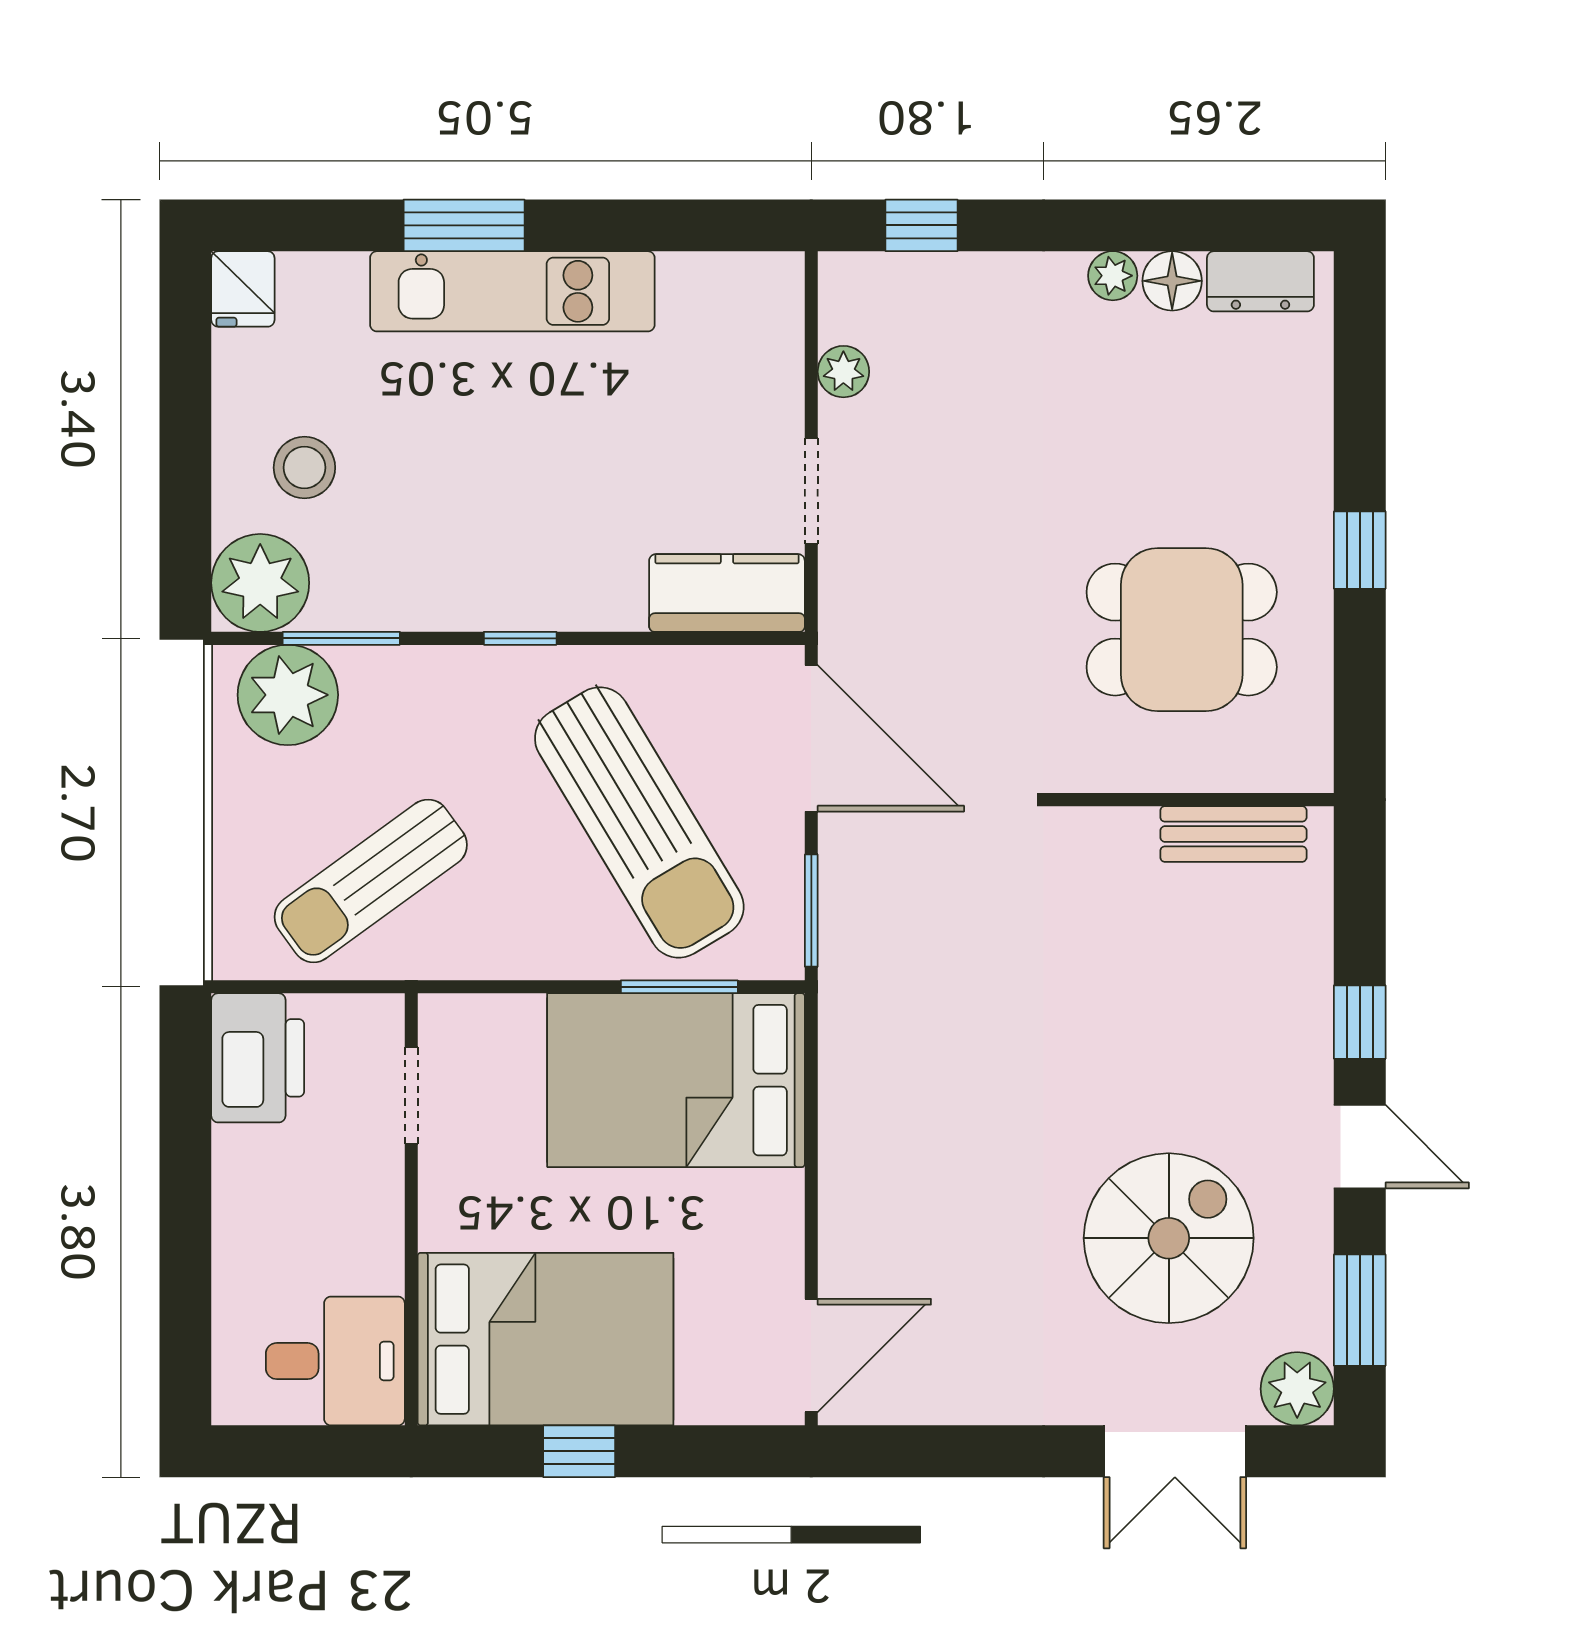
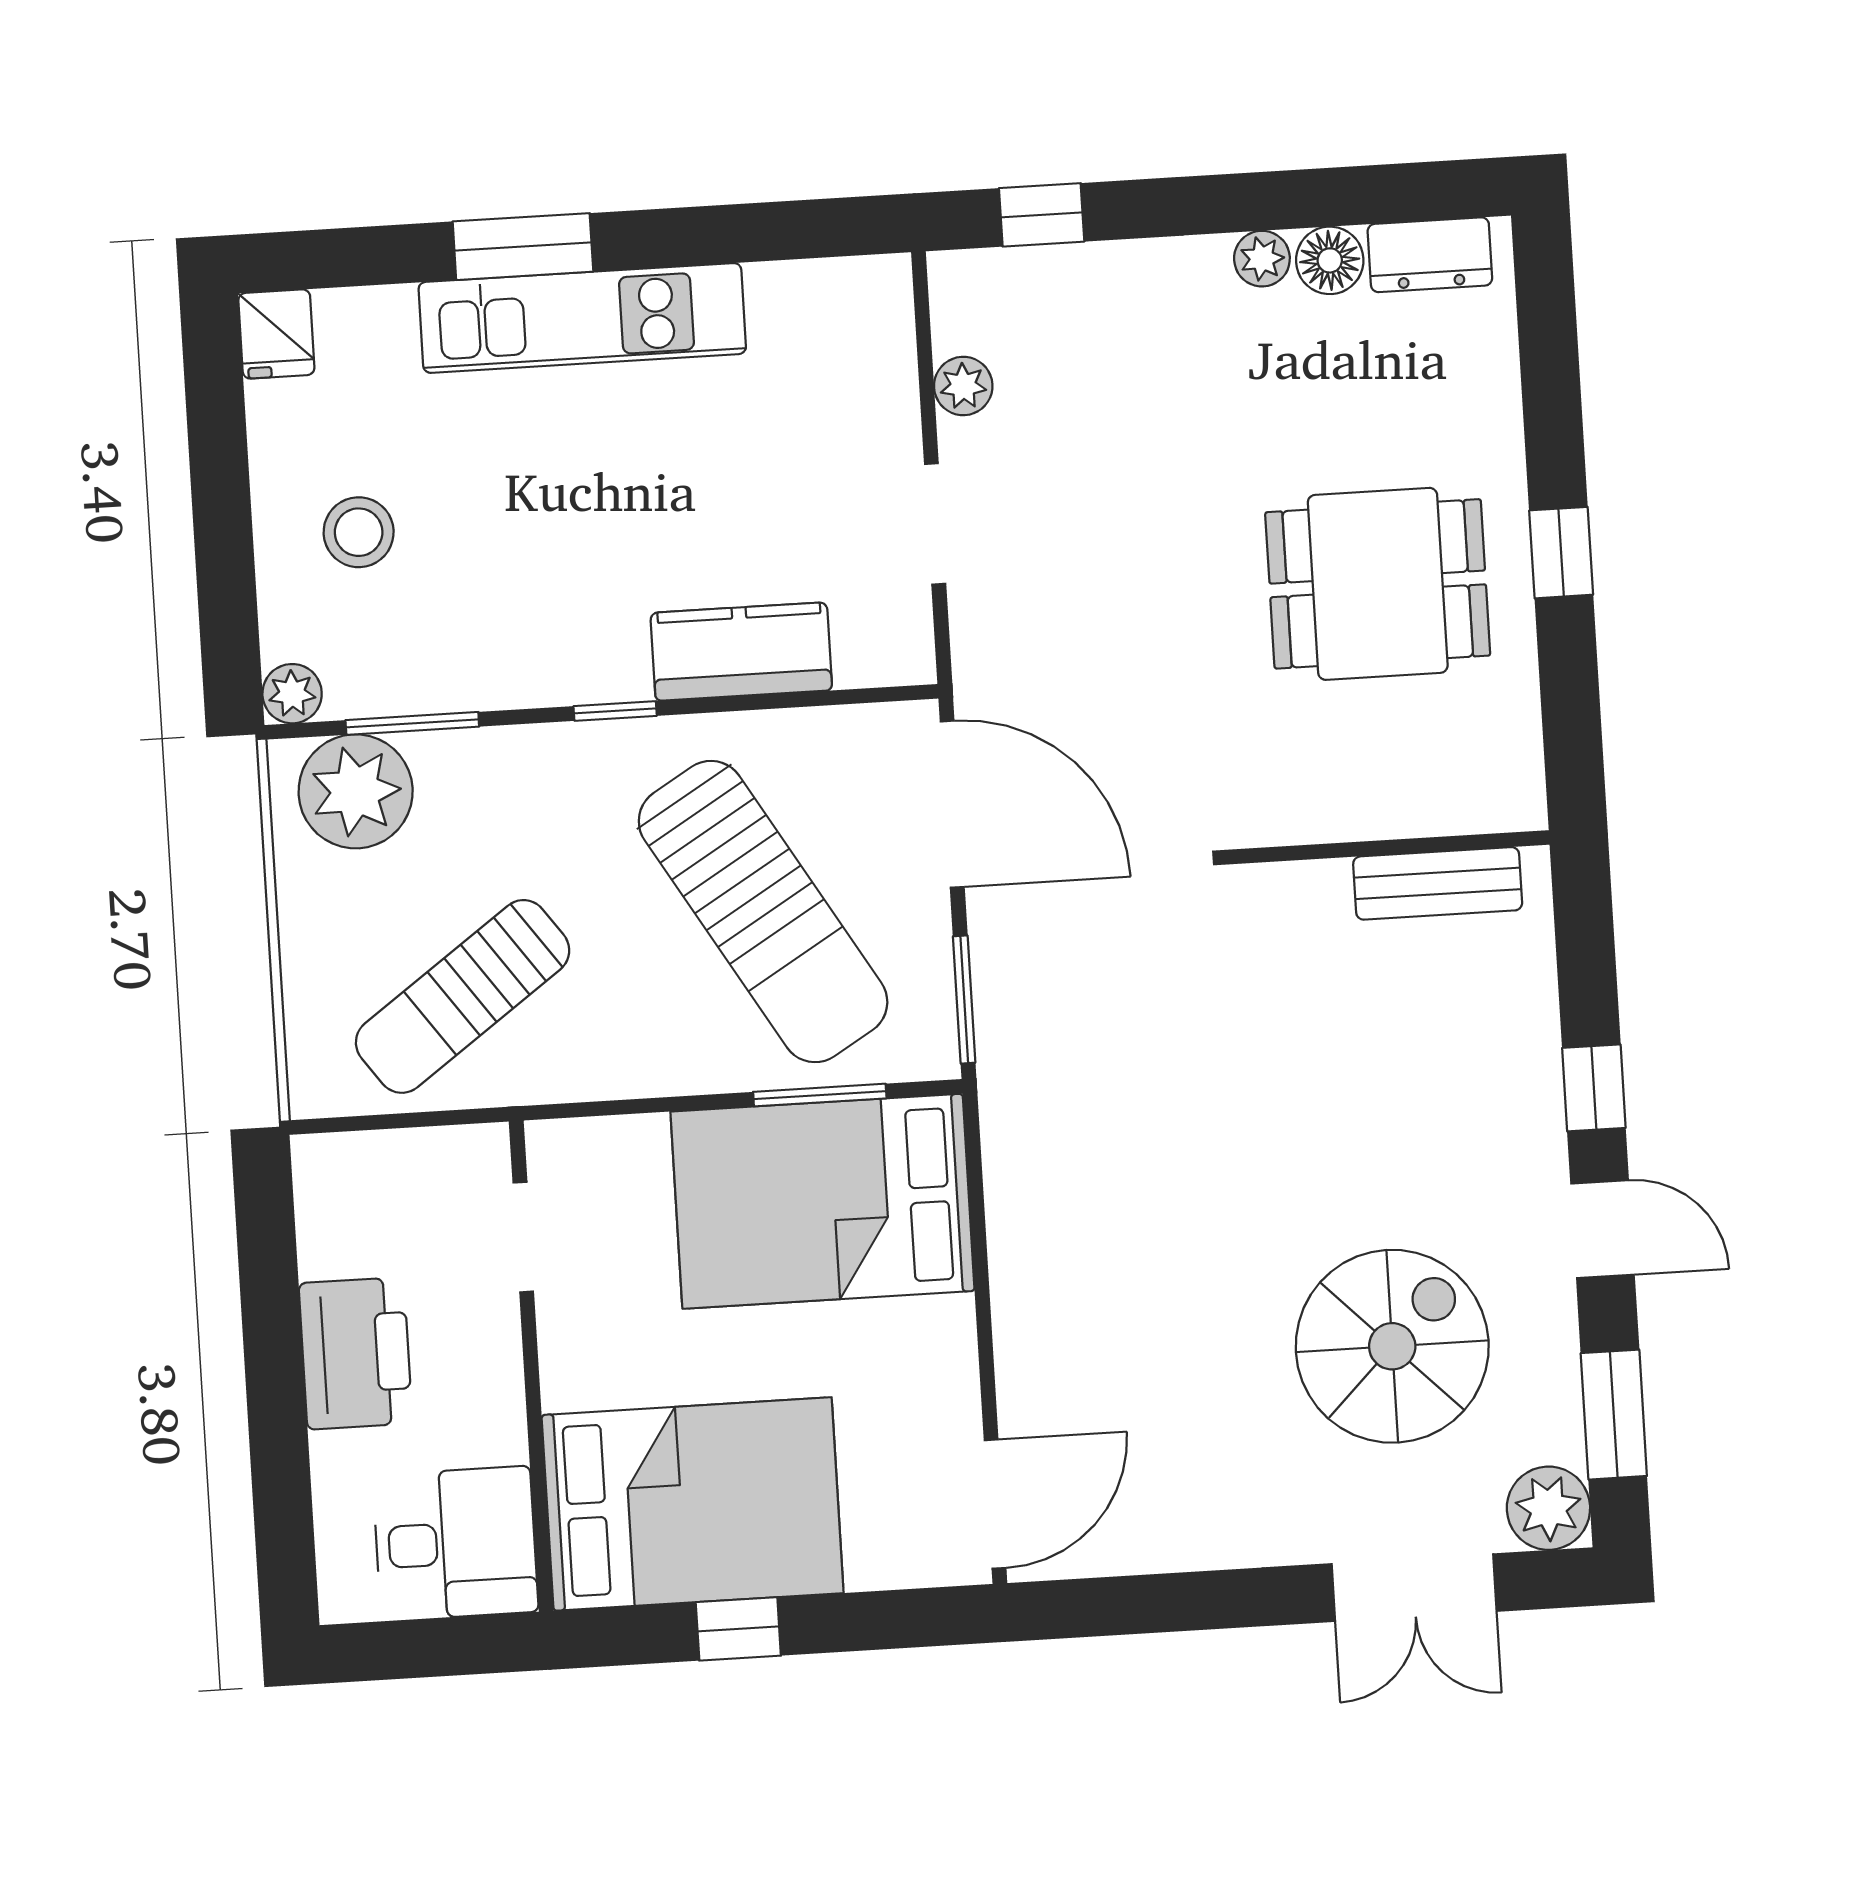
plant: (260, 583) -> (292, 694), width x0.53, depth x0.53
kitchen counter: (727, 593) -> (741, 652), moved
dining table: (1182, 630) -> (1378, 584), moved
printer: (258, 1058) -> (356, 1353), moved

